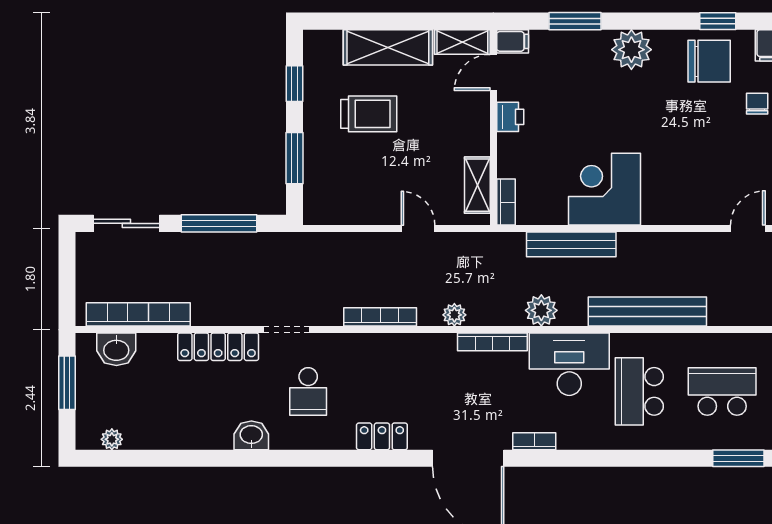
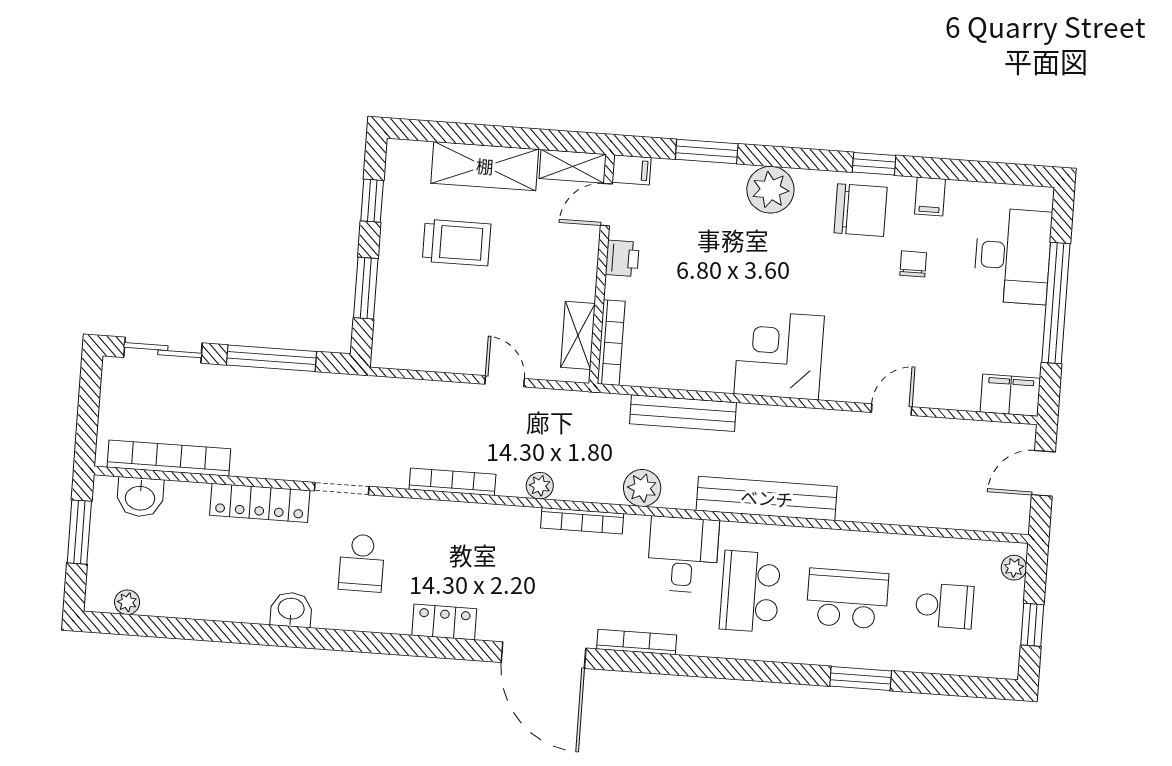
corner desk: (604, 189) -> (779, 355), moved
bookcase: (506, 202) -> (611, 343), width x1.56
desk: (569, 364) -> (683, 555), width x0.73
bookcase: (534, 441) -> (637, 642), width x1.56

